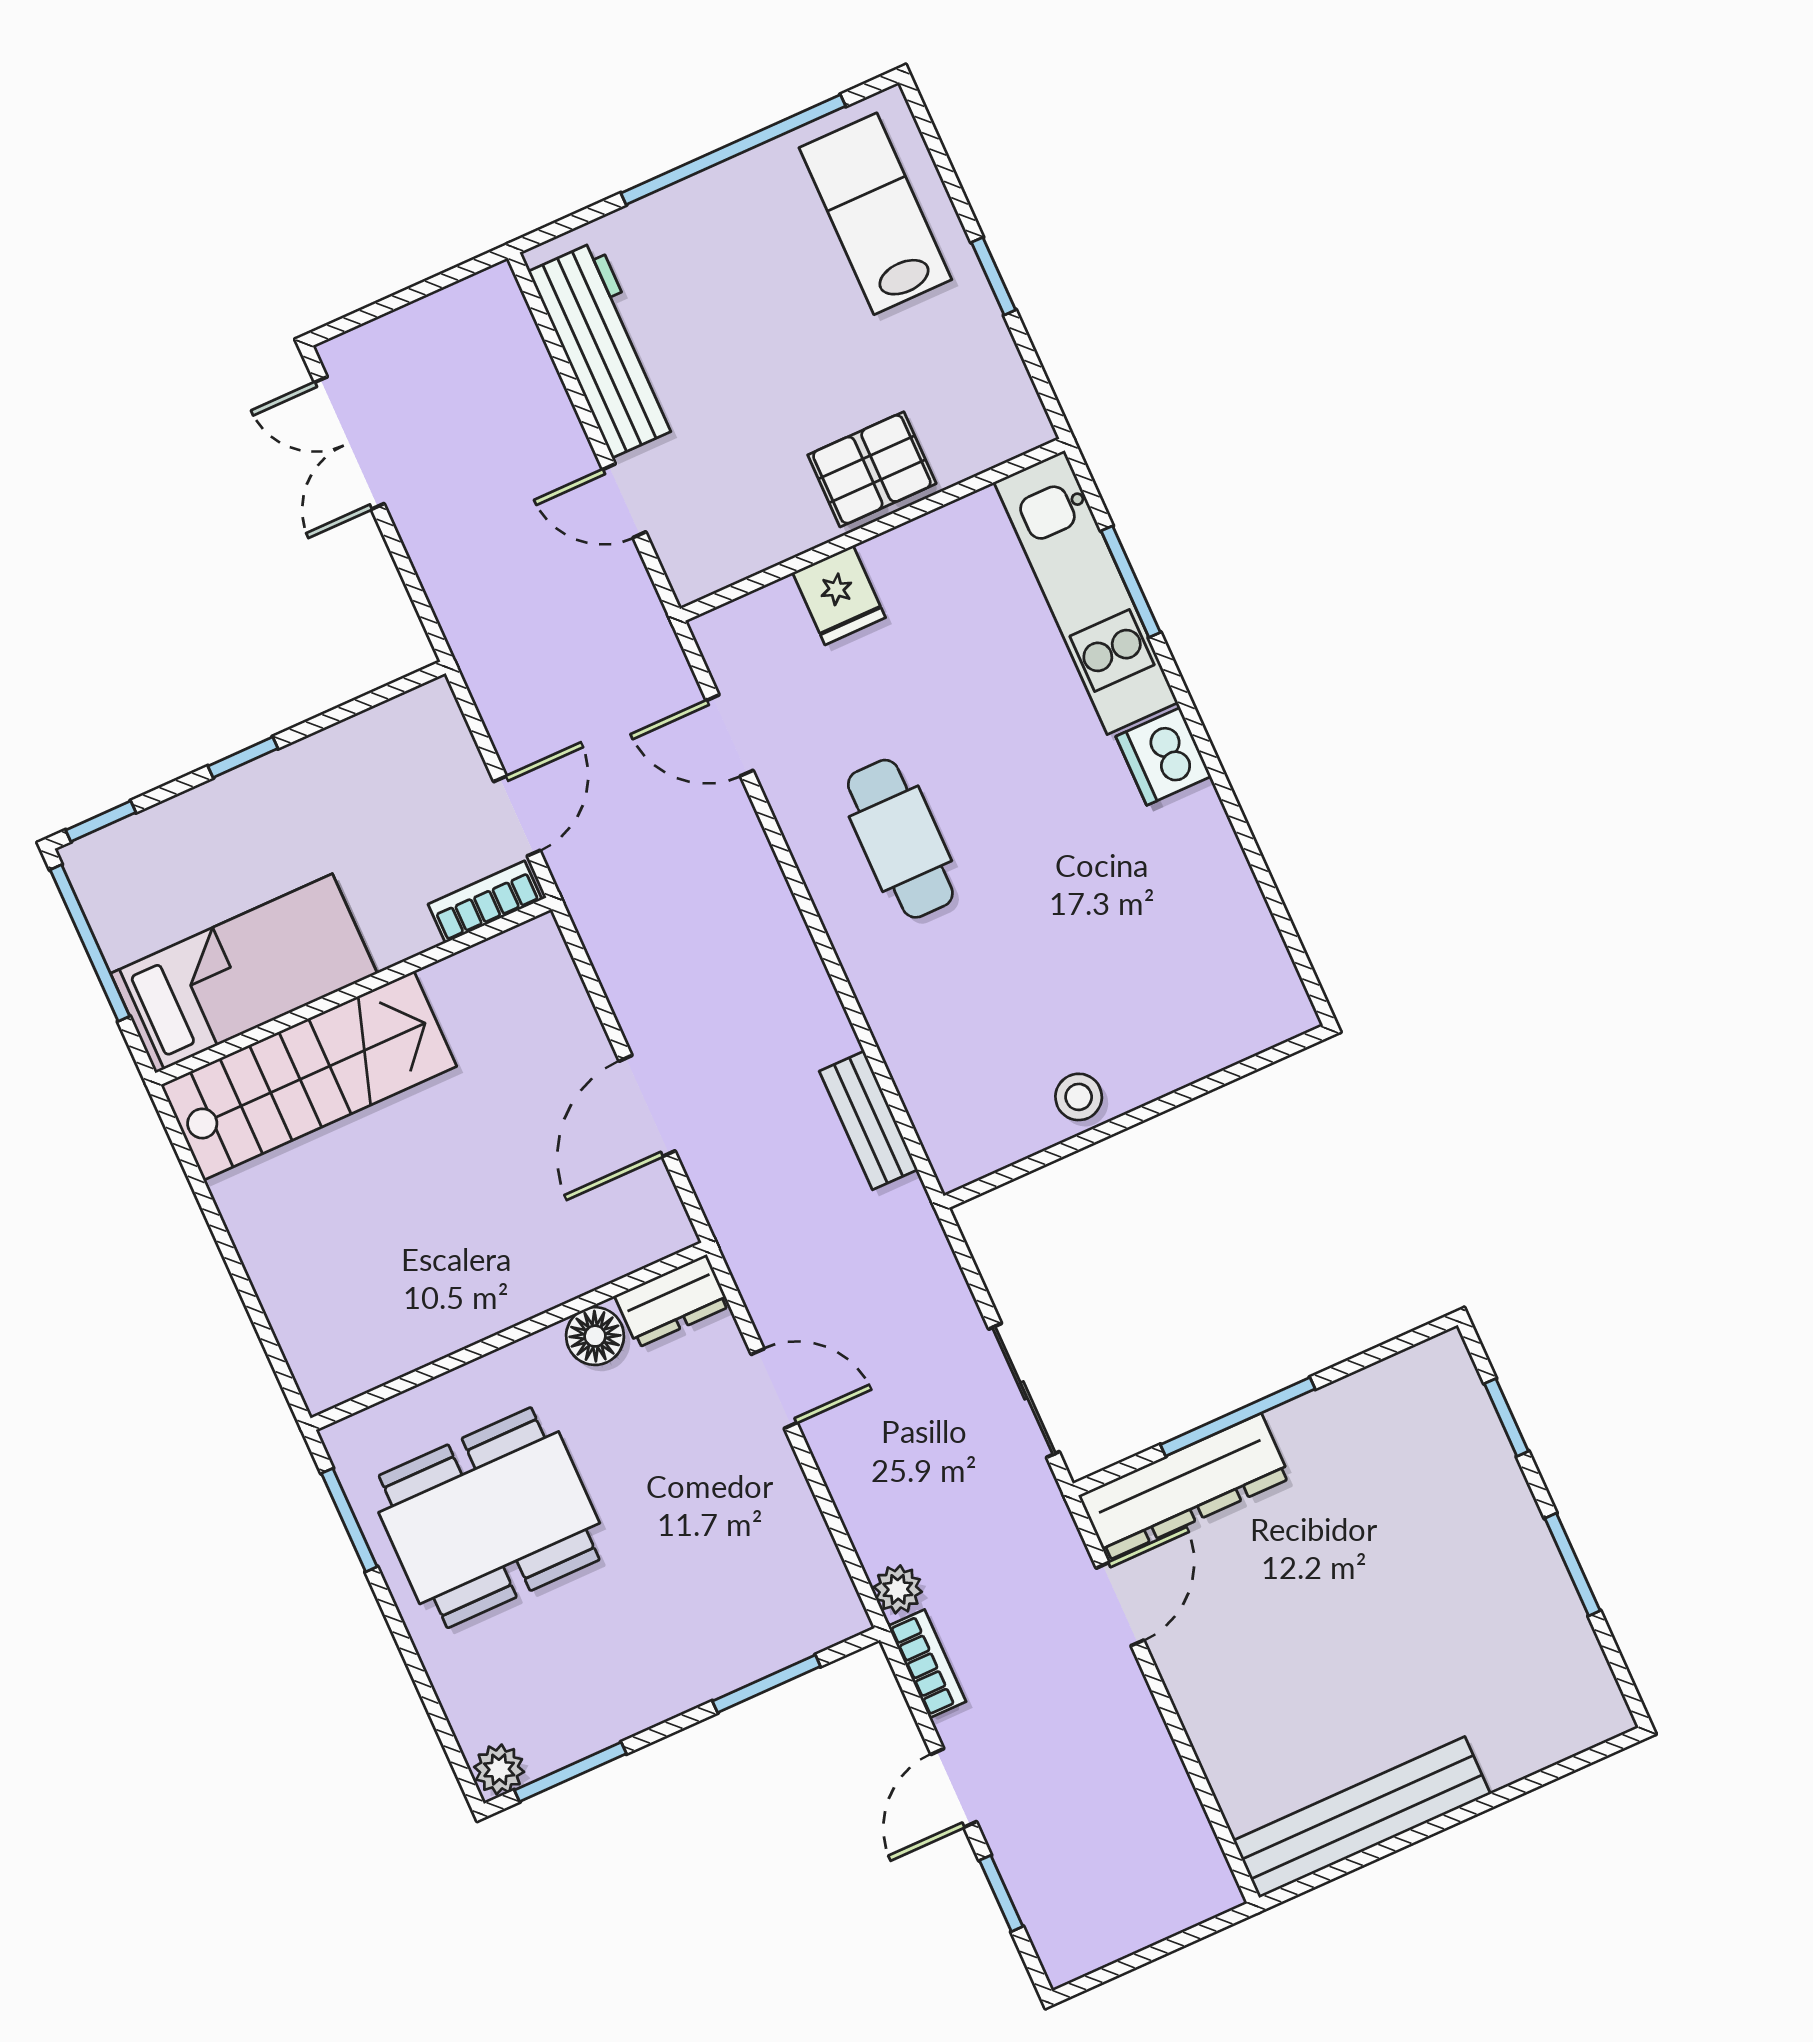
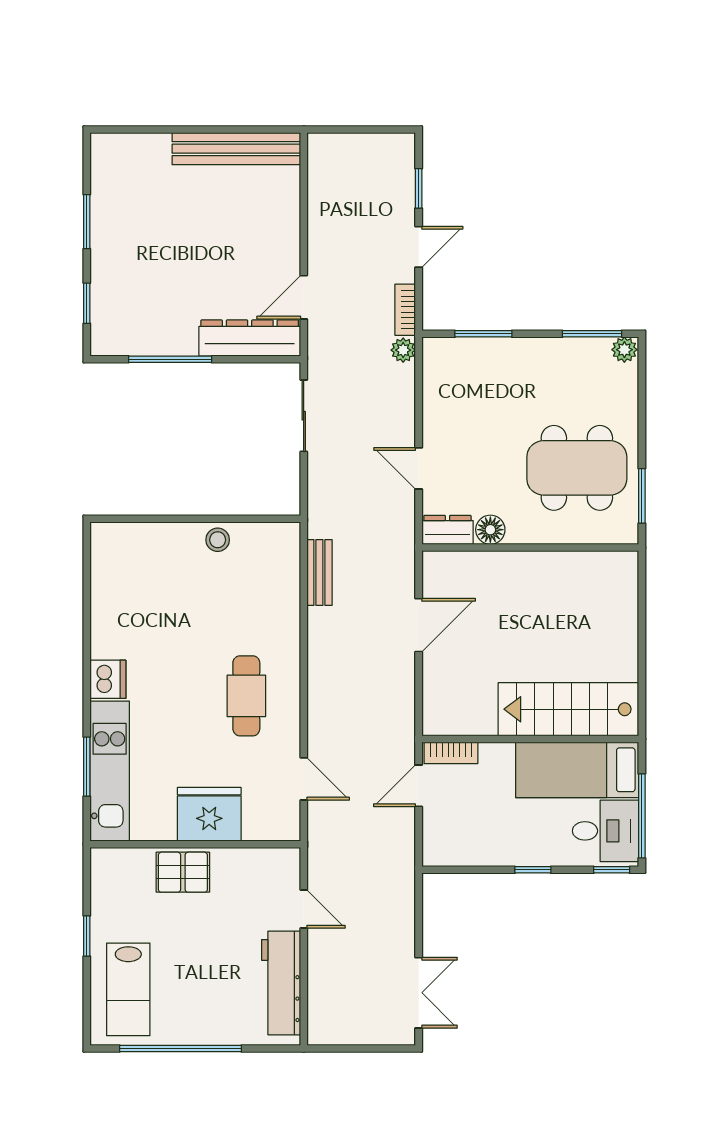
fridge: (839, 595) -> (209, 814), width x1.88, depth x1.34
desk: (143, 886) -> (606, 831), added
window: (1238, 1417) -> (170, 359), moved

